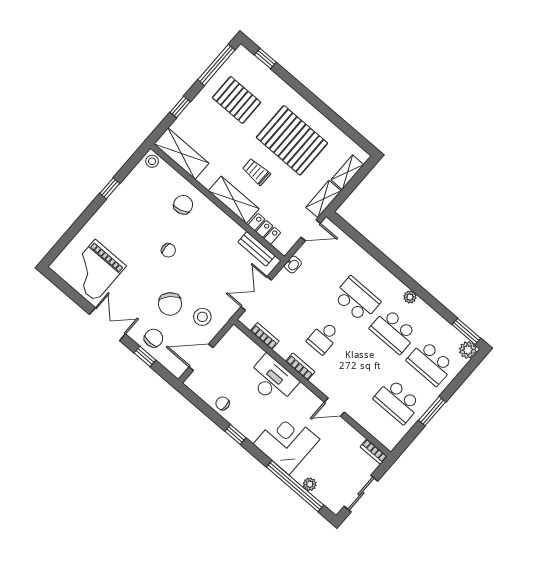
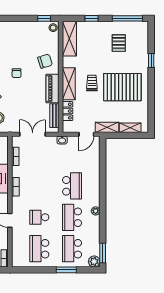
window: (265, 59) -> (151, 60), moved
pallet: (237, 100) -> (119, 43), width x0.67, depth x0.71
pallet: (292, 140) -> (122, 87), turned 90
window: (110, 188) -> (44, 18), moved
piano: (223, 223) -> (53, 88), added
door: (311, 230) -> (86, 134), hinge flipped
school desk: (324, 338) -> (39, 217), moved
window: (432, 411) -> (66, 270), moved

